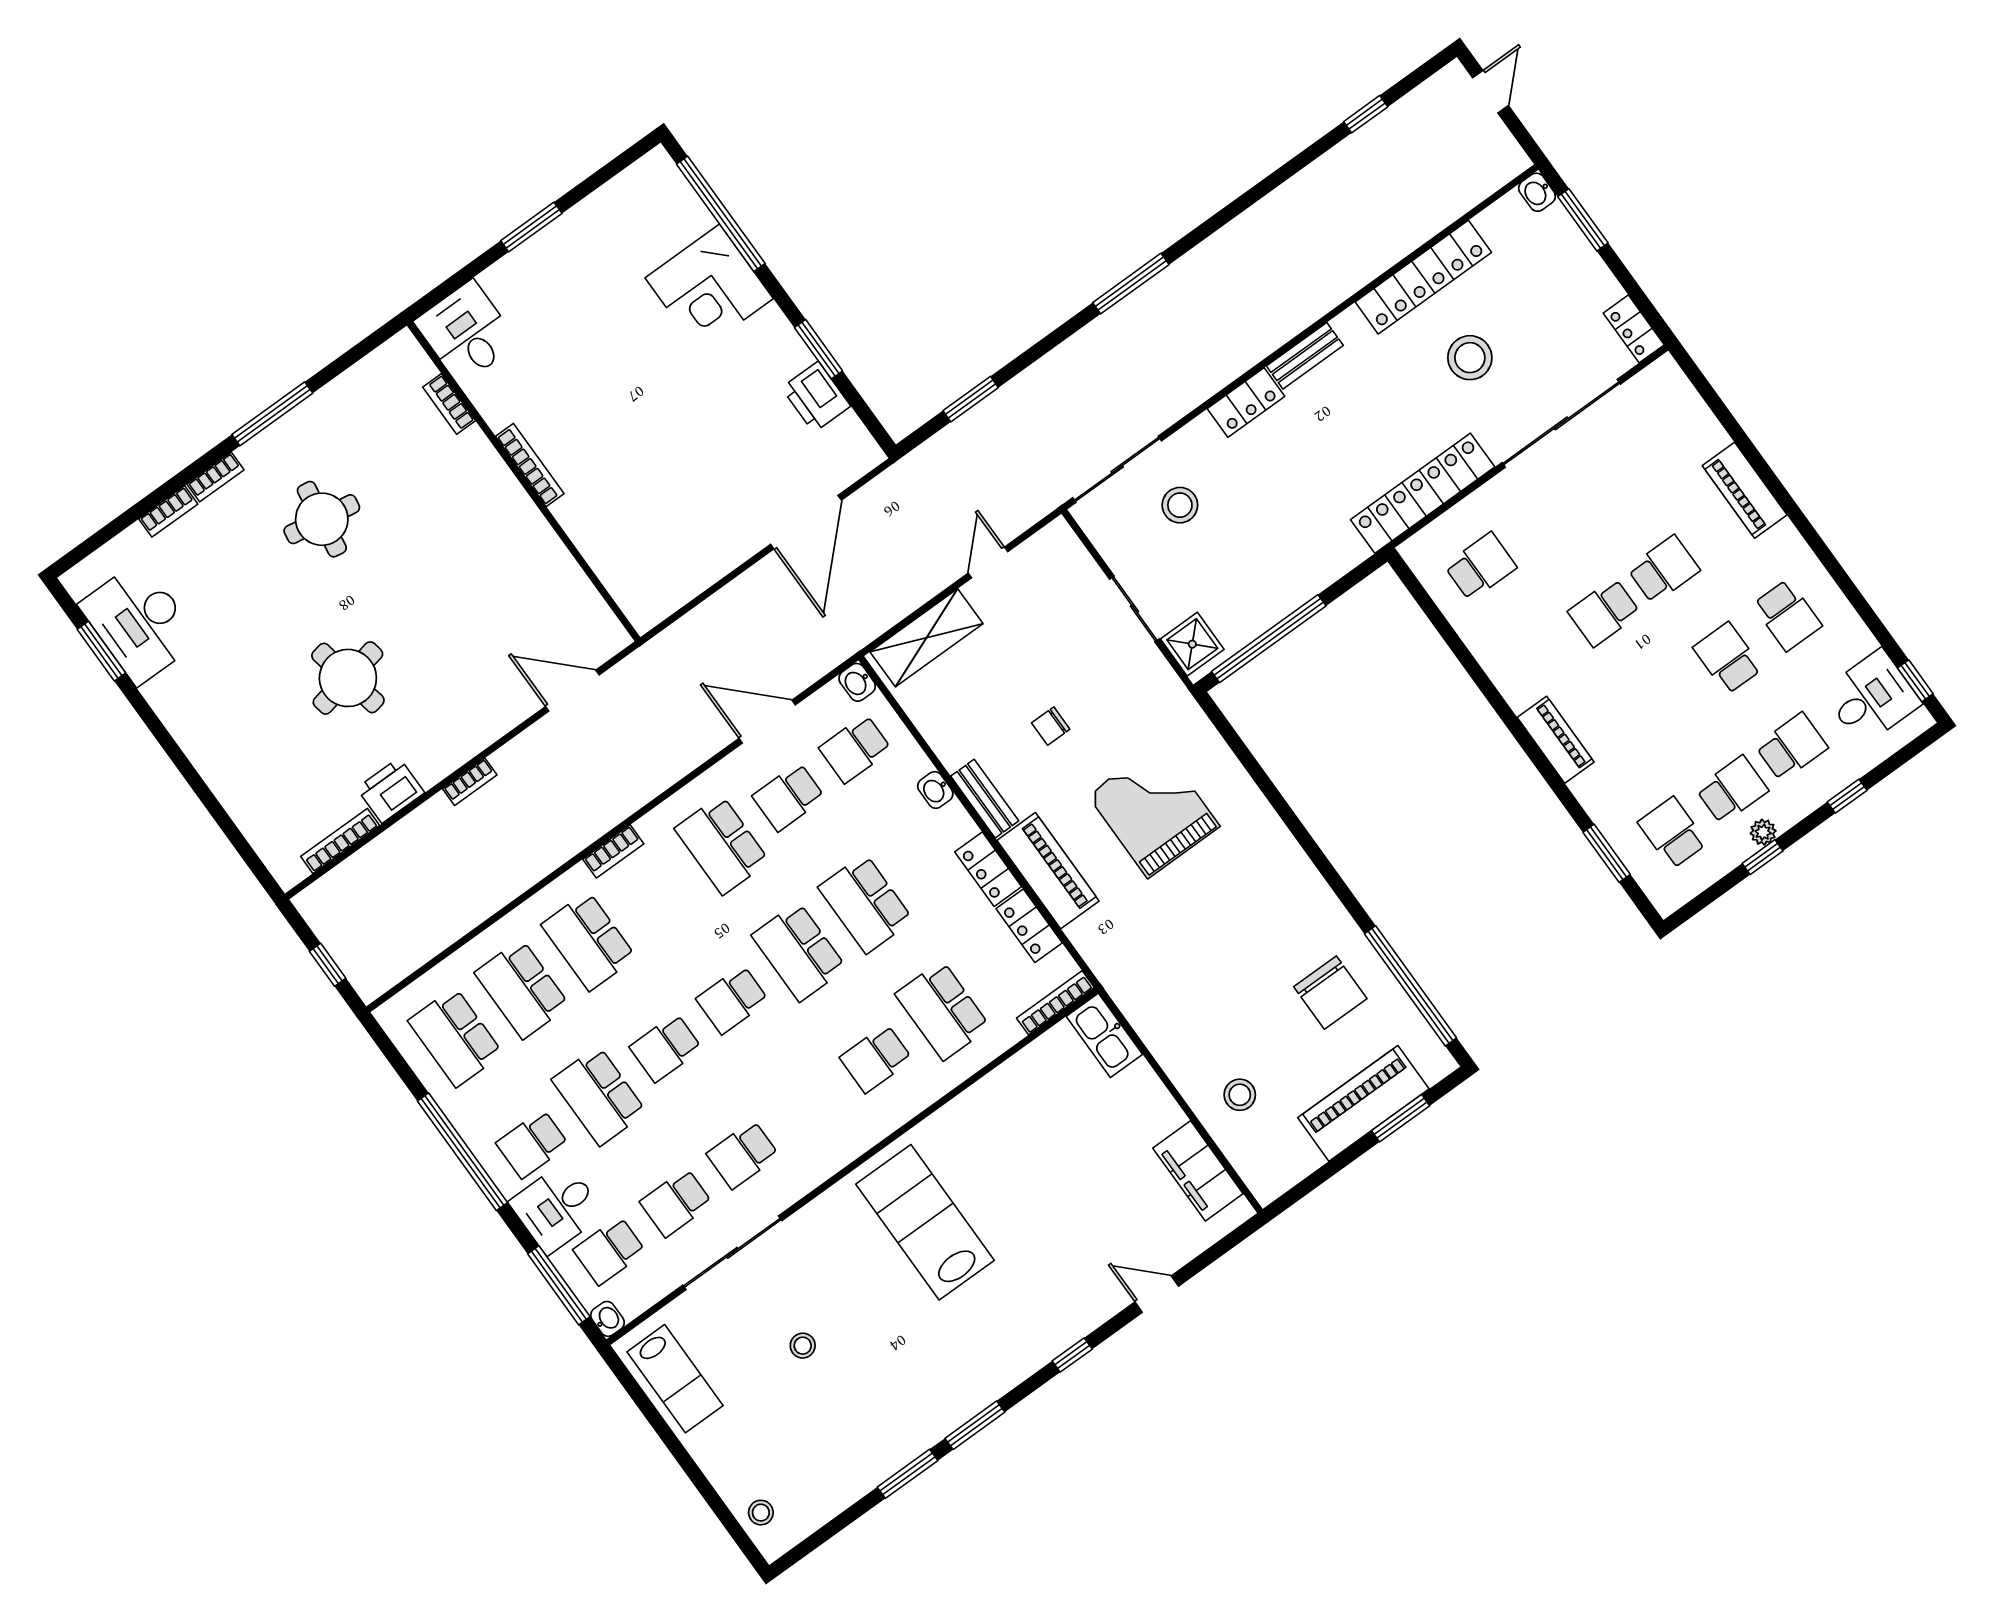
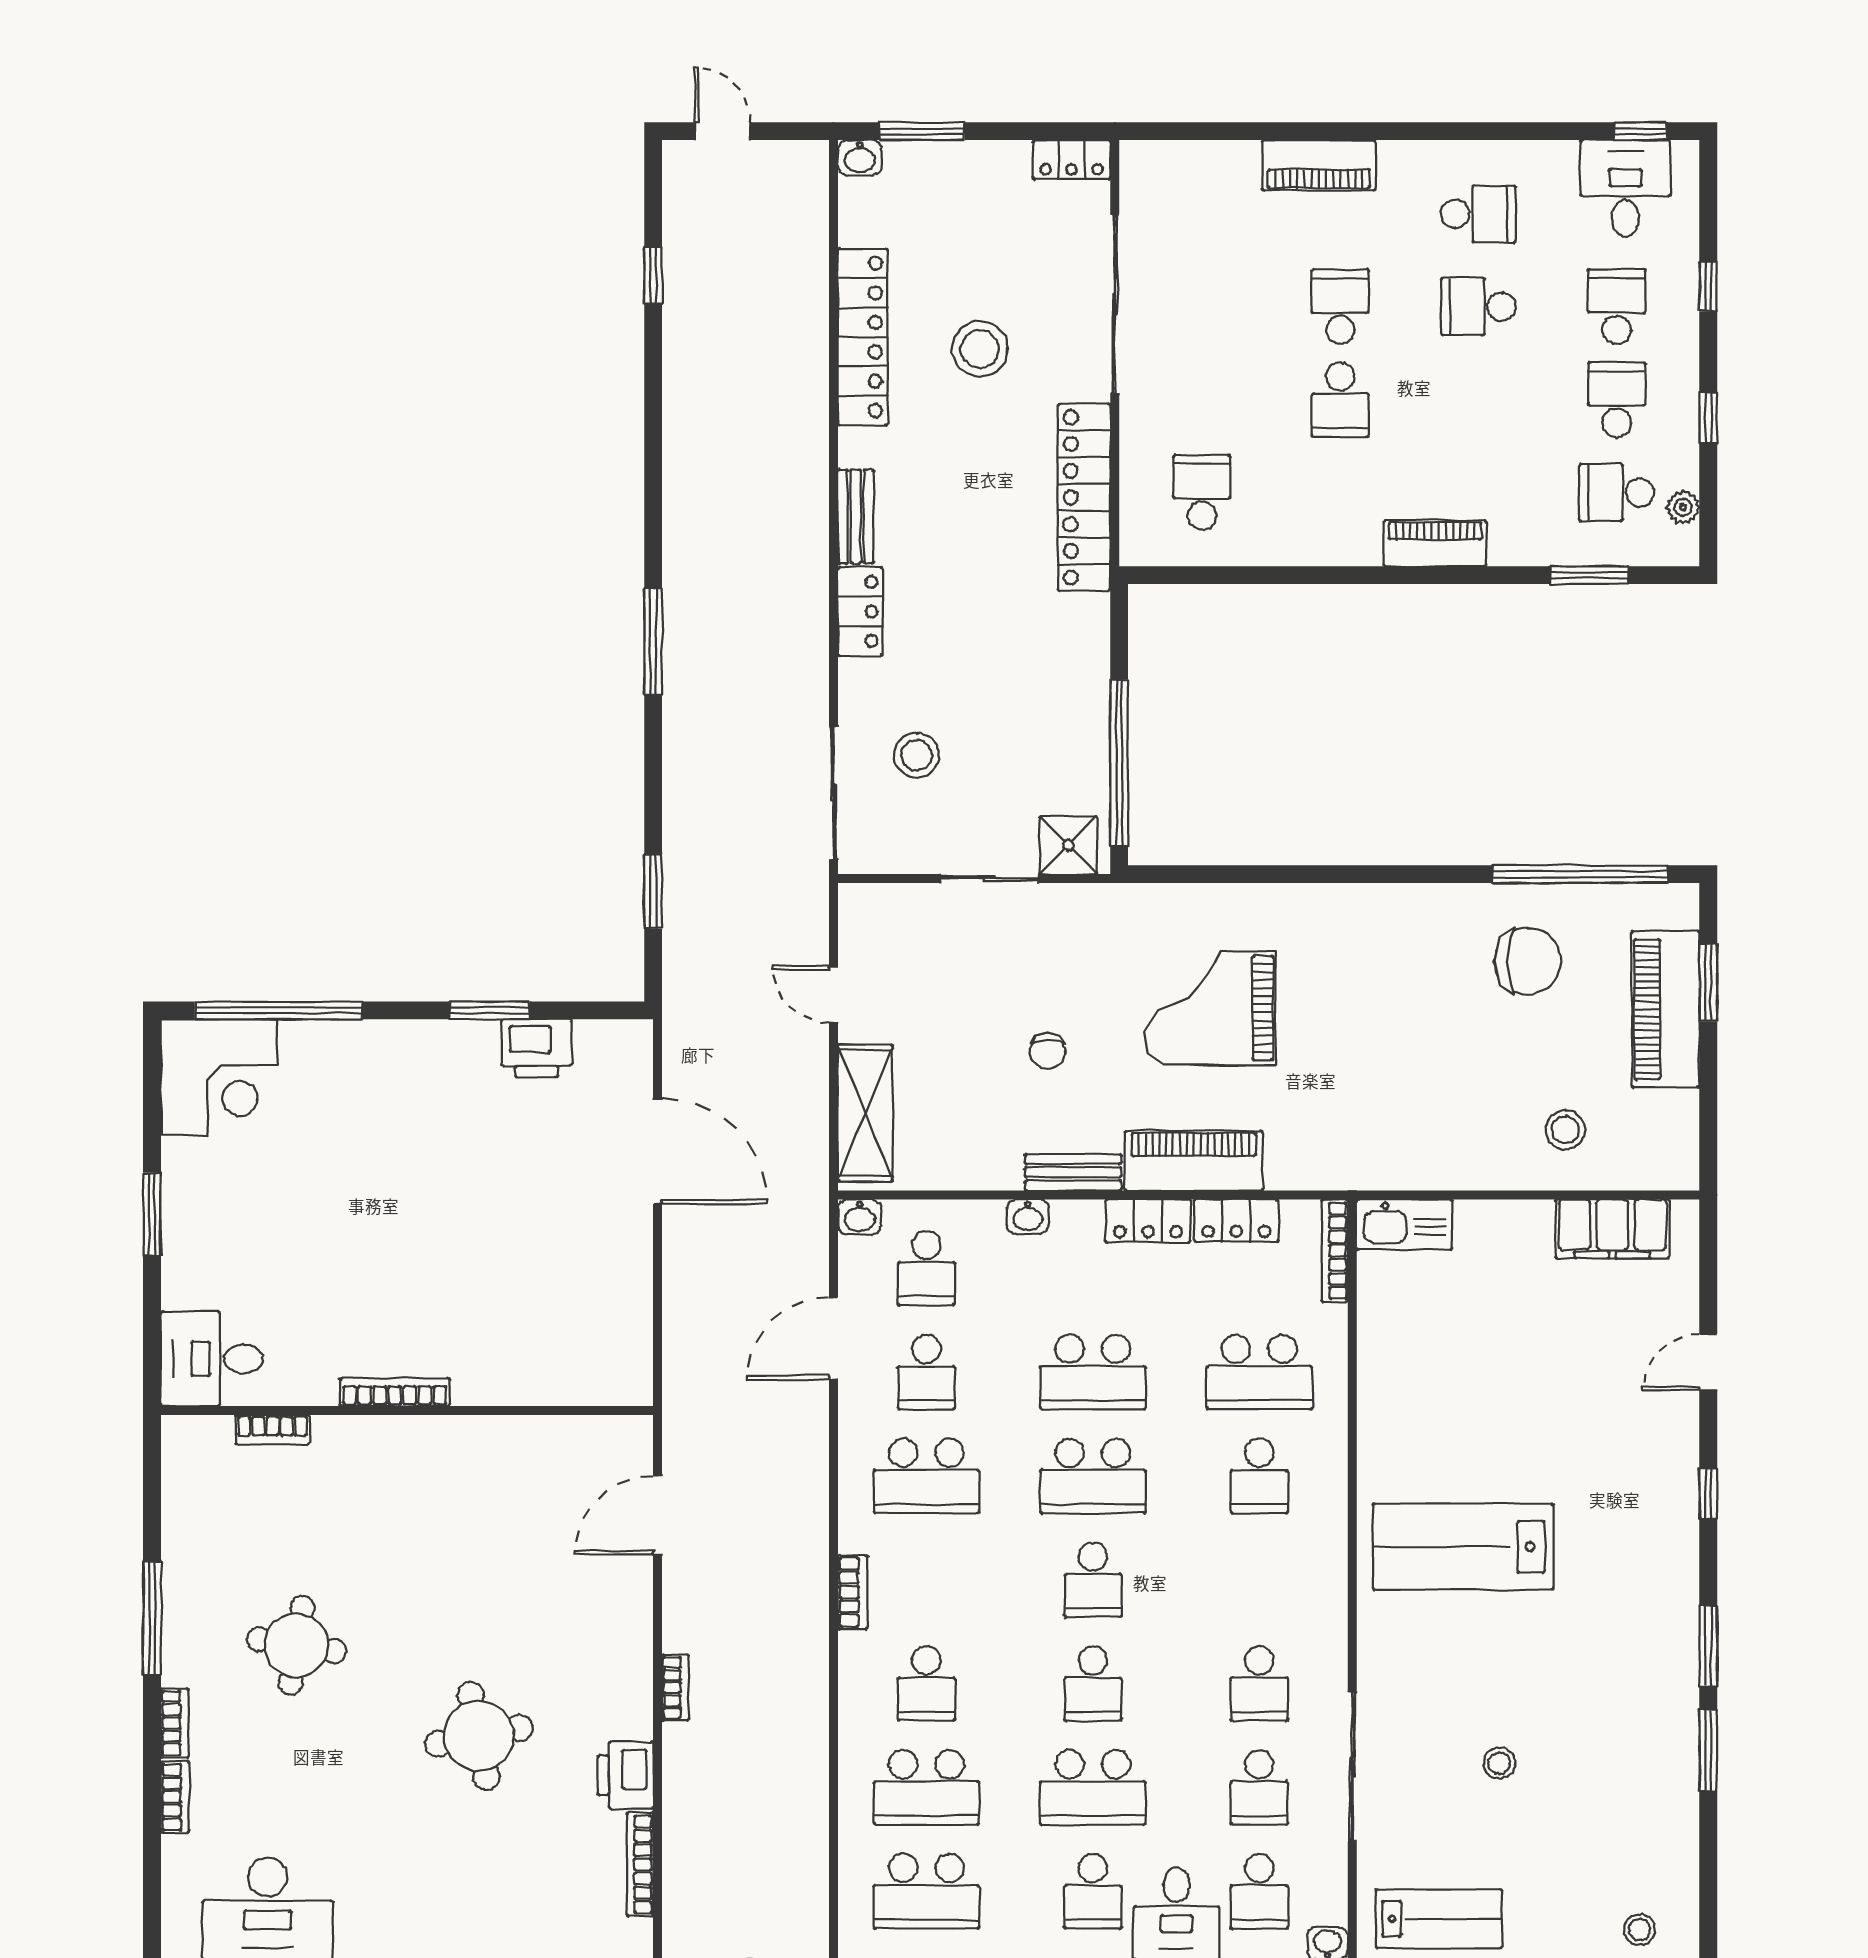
corner desk: (709, 288) -> (219, 1077), moved
plant: (1763, 832) -> (1683, 507), moved
school desk: (589, 941) -> (926, 1684), width x0.54

